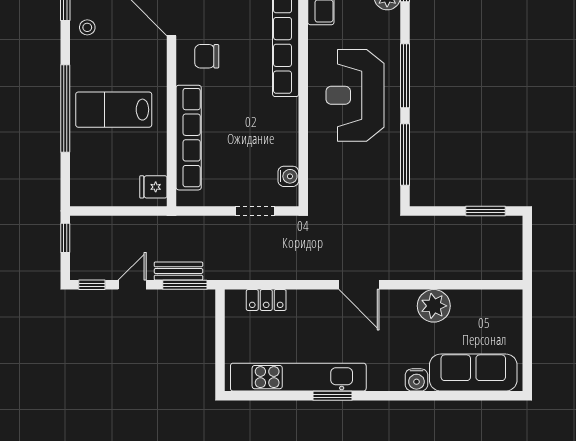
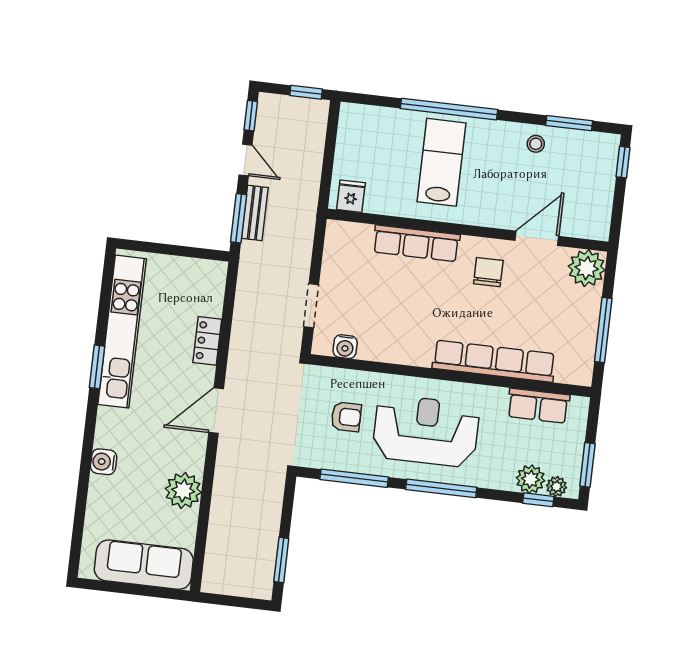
row of seats: (189, 138) -> (416, 243), width x0.73
armchair: (351, 168) -> (346, 417), added
locker: (266, 300) -> (207, 341), moved
sofa: (473, 373) -> (144, 565), moved, turned -90

